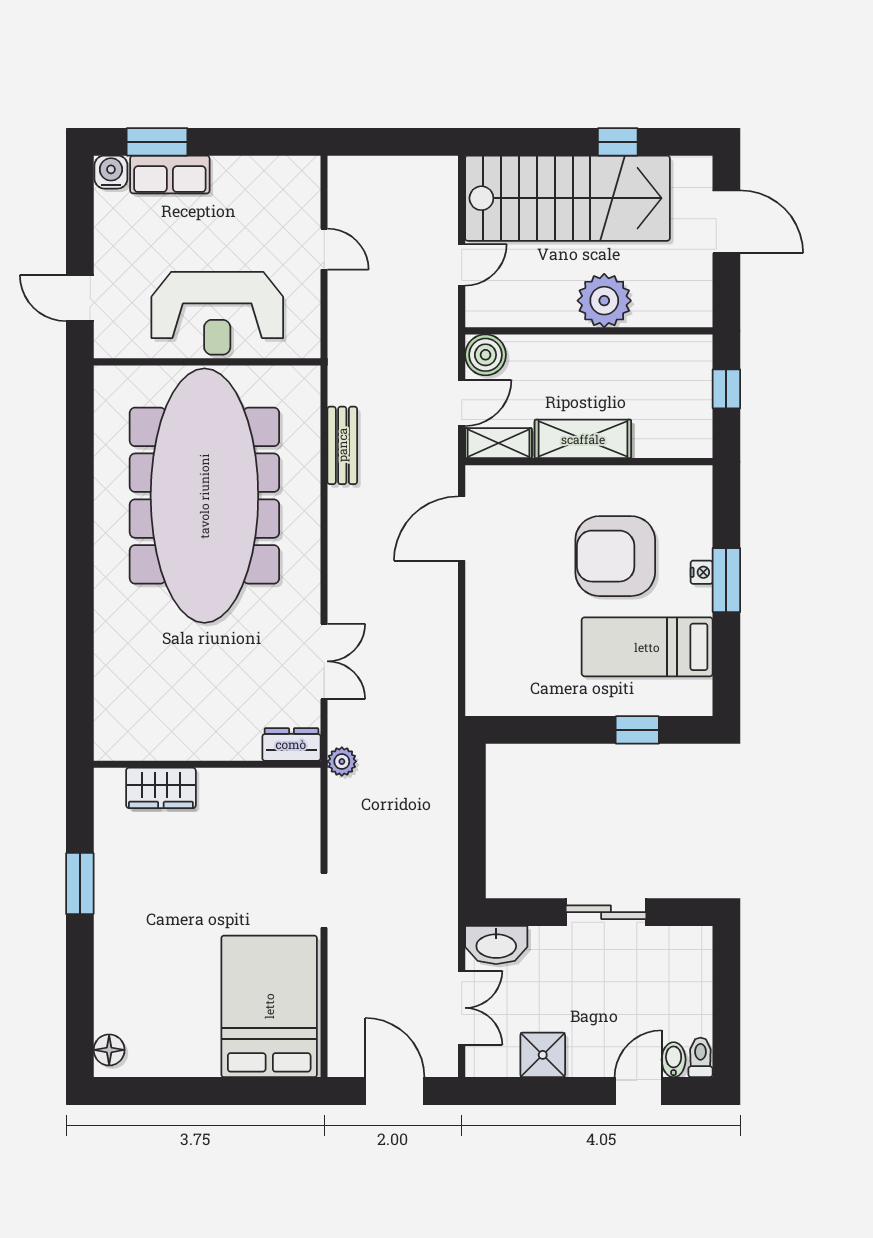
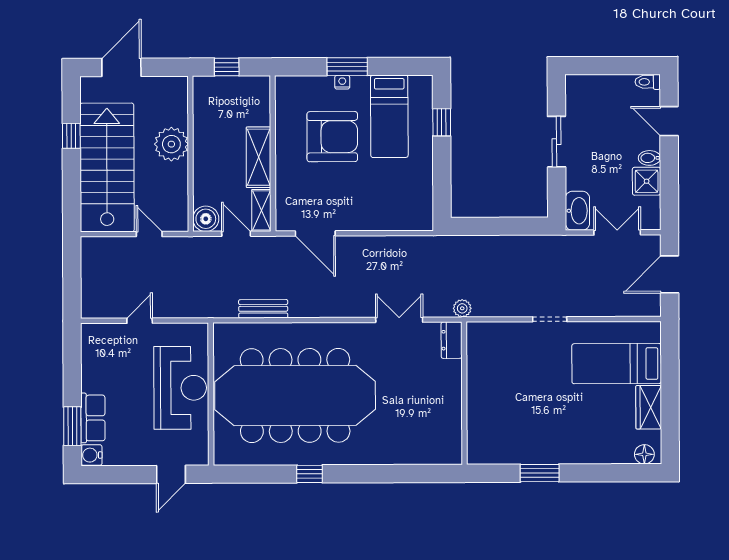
window: (80, 518) -> (310, 474), added
armchair: (615, 556) -> (332, 137), turned -90
wardrobe: (161, 788) -> (649, 407), moved, turned 180
bed: (269, 1006) -> (617, 364), width x0.67
bidet: (674, 1060) -> (649, 158), moved

